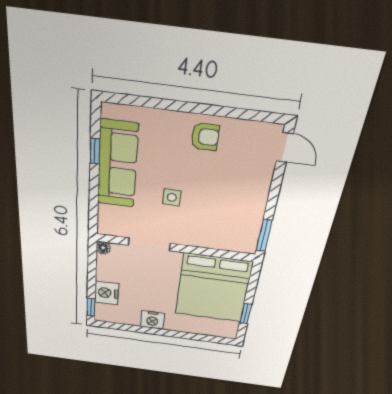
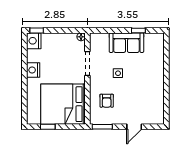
armchair: (205, 137) -> (107, 101), moved
door: (285, 147) -> (134, 127), moved
sofa: (117, 165) -> (126, 43), width x0.73
nightstand: (107, 293) -> (34, 41), moved, turned -90

